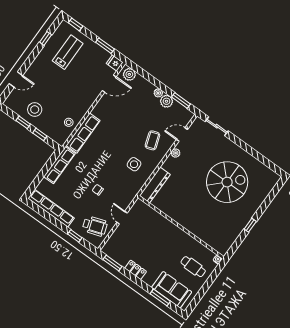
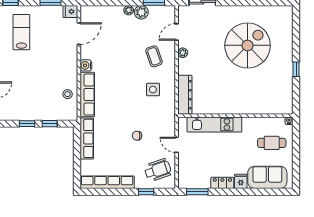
plant: (129, 74) -> (91, 12), removed
stool: (35, 110) -> (29, 105), removed
water cooler: (97, 111) -> (86, 65), added
kitchen unit: (161, 223) -> (214, 124), added
fridge: (150, 279) -> (241, 181), added
window: (160, 297) -> (262, 192), removed

